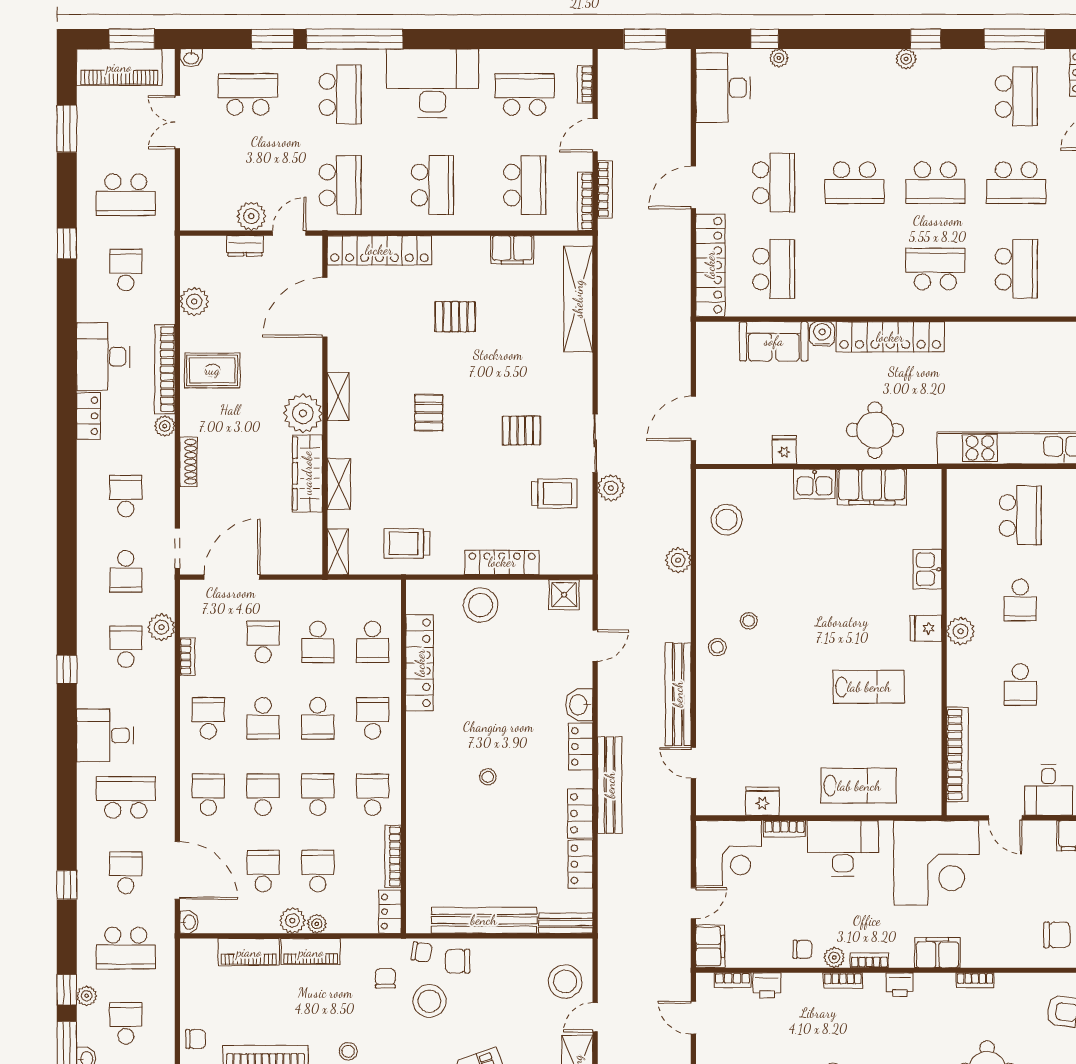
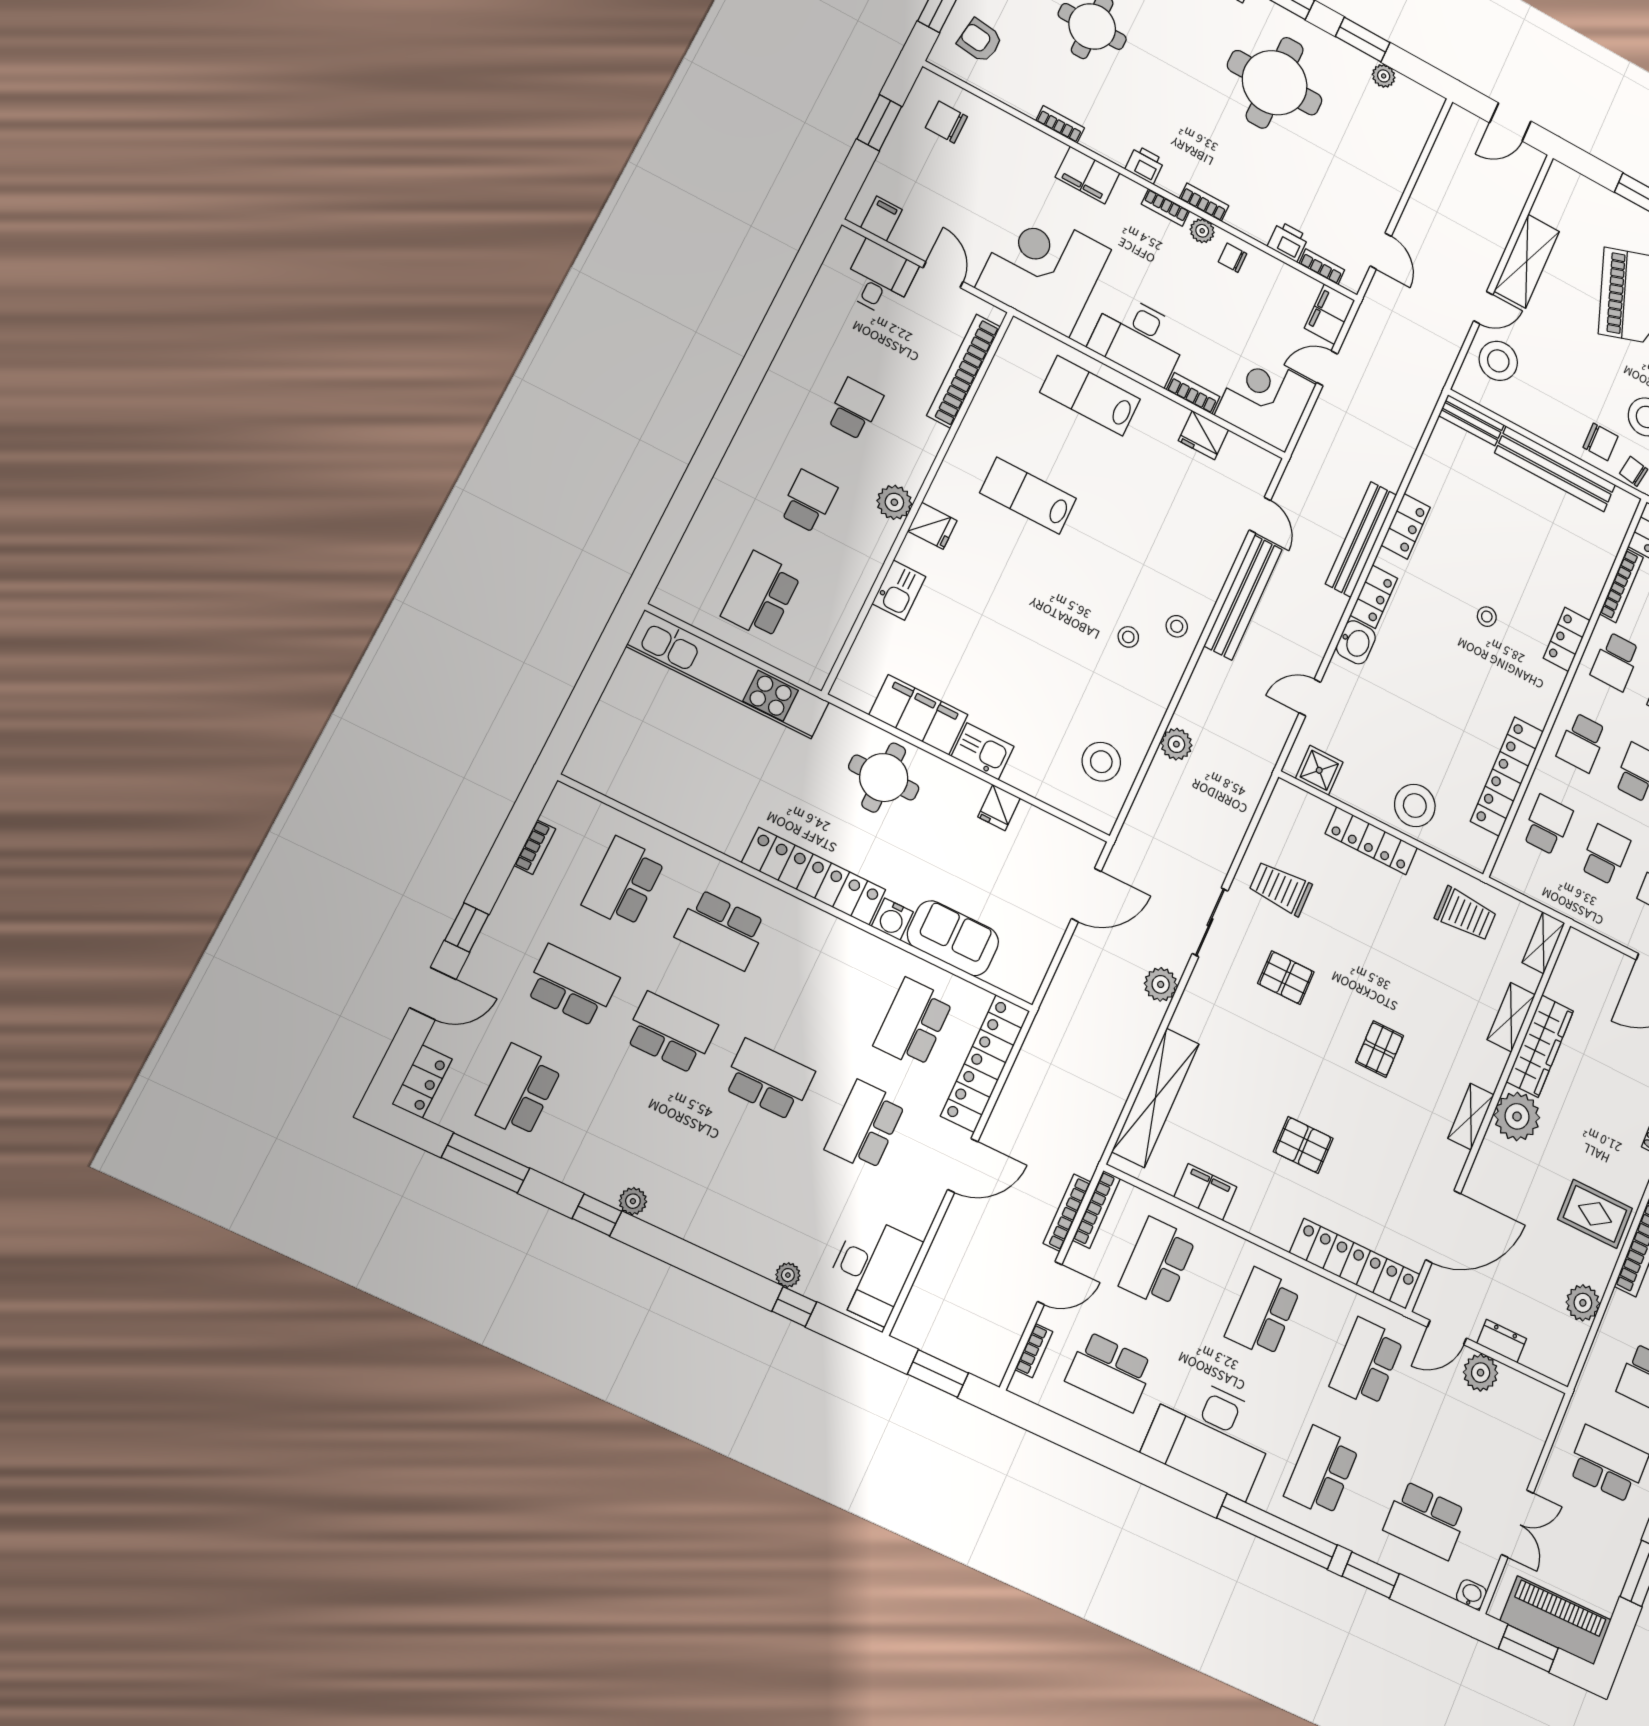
plant: (611, 488) -> (1161, 984), moved
locker: (580, 864) -> (1567, 639), moved, turned 180

